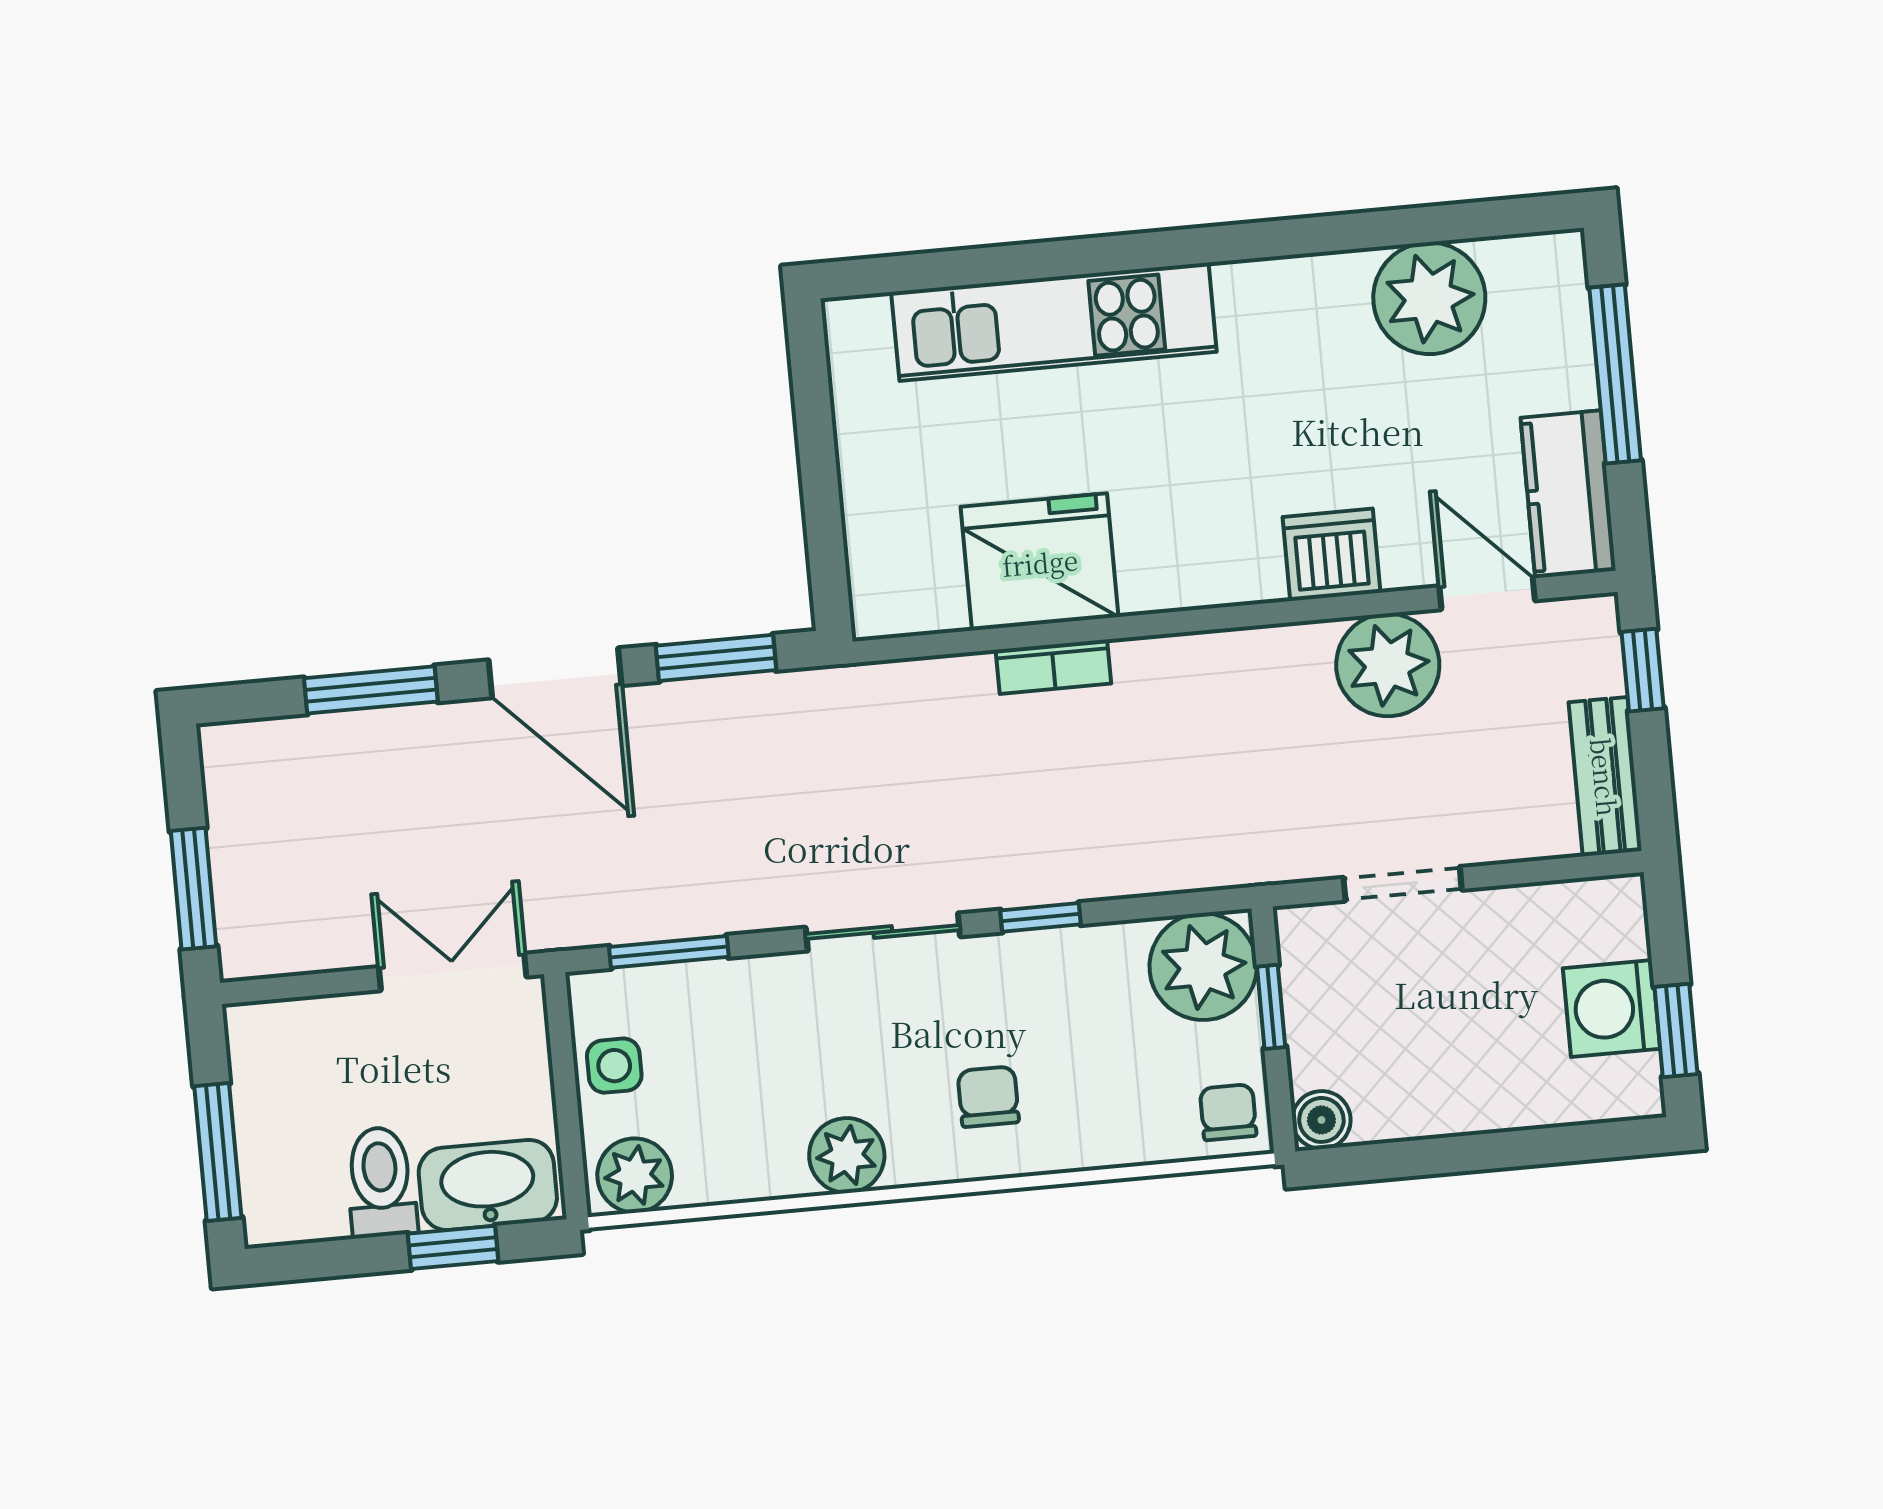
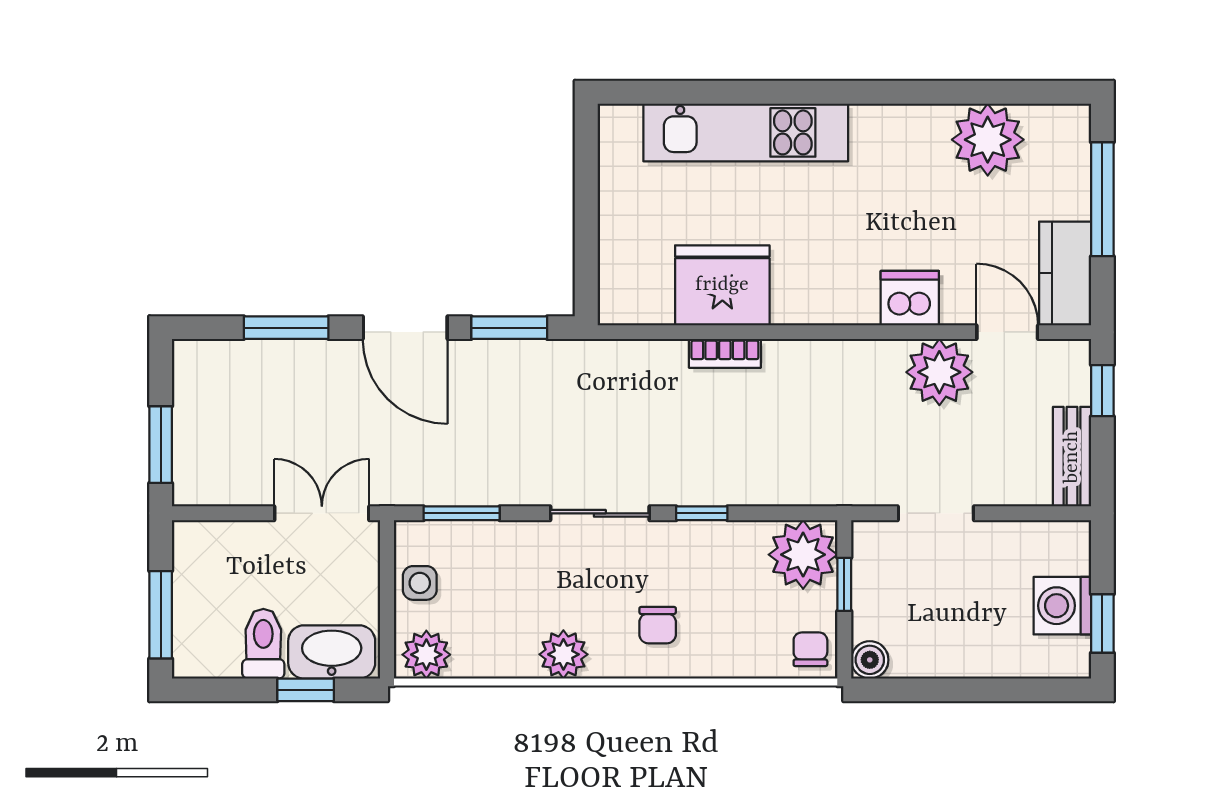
chair: (988, 1097) -> (658, 625), turned 180

